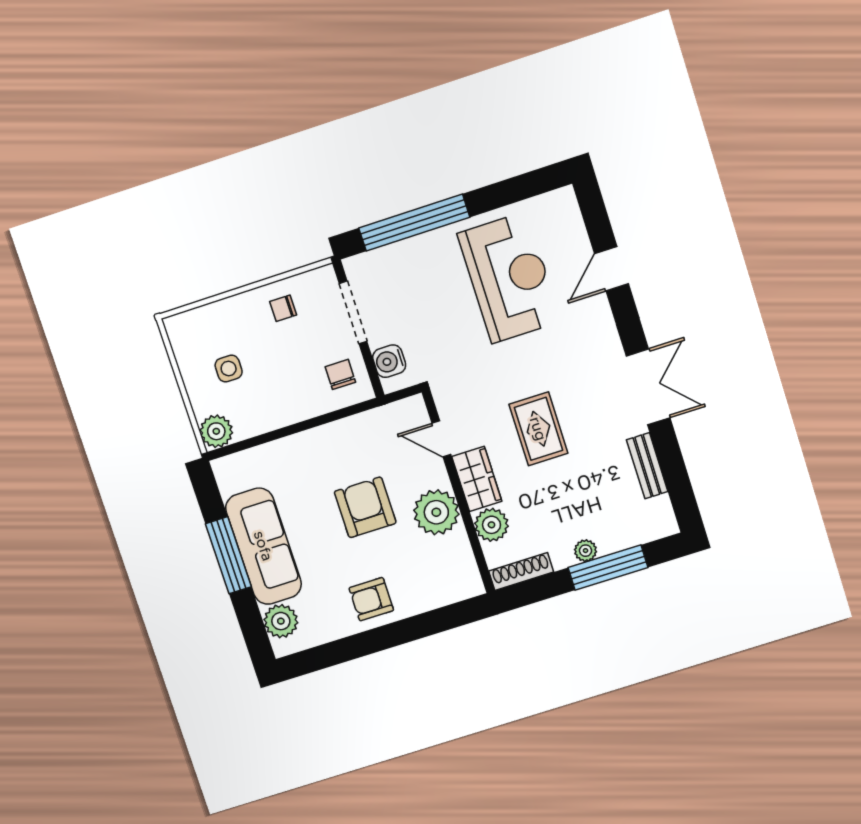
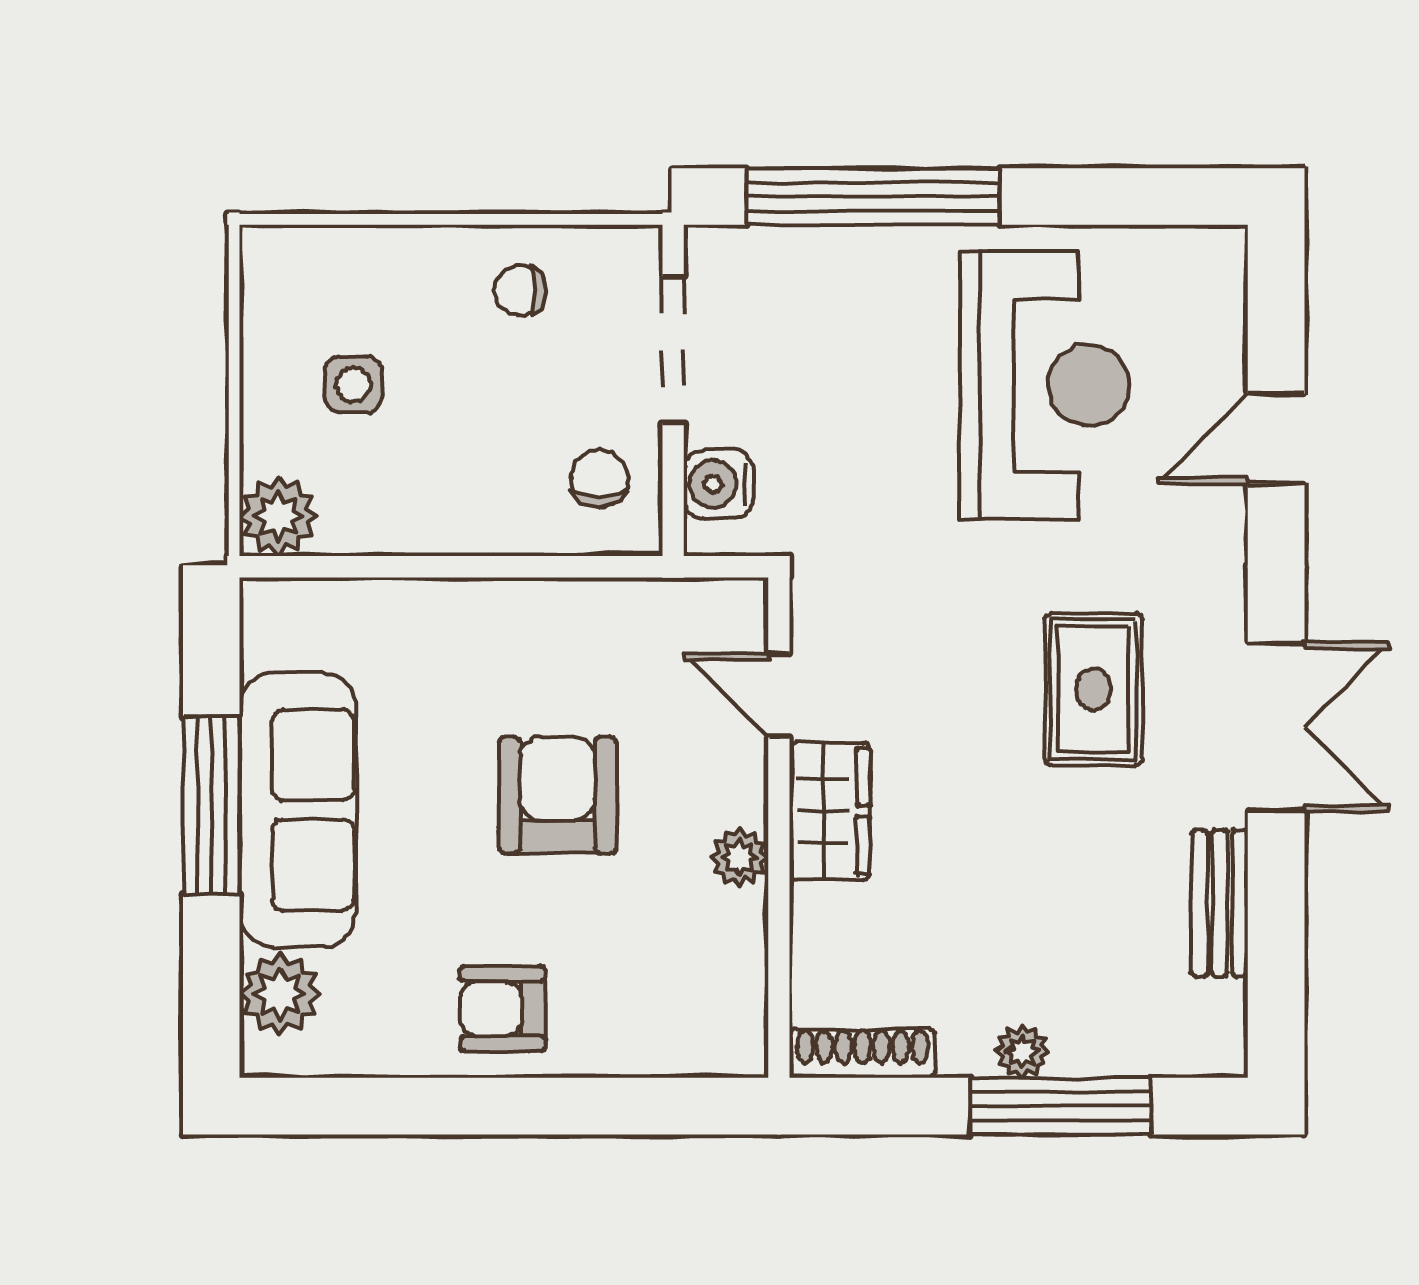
rug: (538, 429) -> (1094, 689), moved
plant: (436, 512) -> (739, 857), width x0.53, depth x0.53
plant: (491, 525) -> (829, 926), removed

